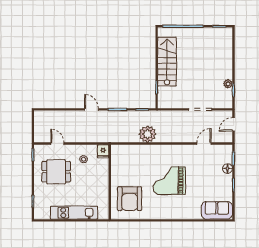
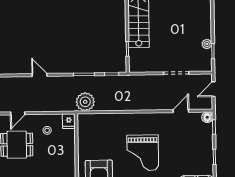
door: (91, 109) -> (40, 75), moved
plant: (148, 134) -> (85, 102), moved
door: (57, 144) -> (18, 113), swing flipped
floor lamp: (228, 169) -> (207, 117), moved
grand piano: (169, 181) -> (143, 153), turned -90

